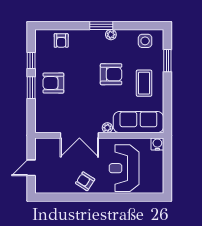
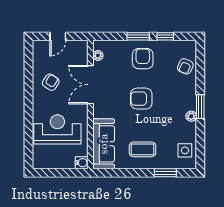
armchair: (61, 40) -> (185, 66), turned -67
armchair: (111, 74) -> (141, 99), moved, turned 90
plant: (107, 128) -> (98, 56), moved
door: (31, 168) -> (58, 36), swing flipped
armchair: (85, 181) -> (51, 82), moved

